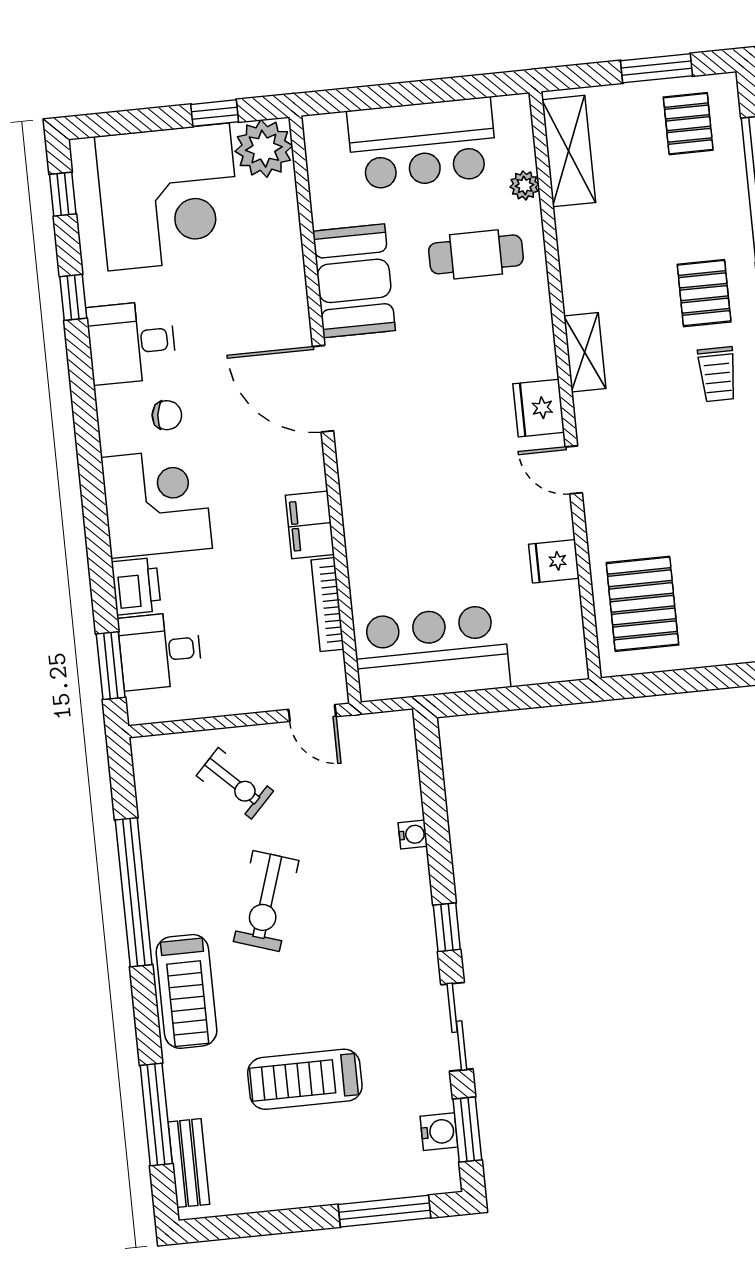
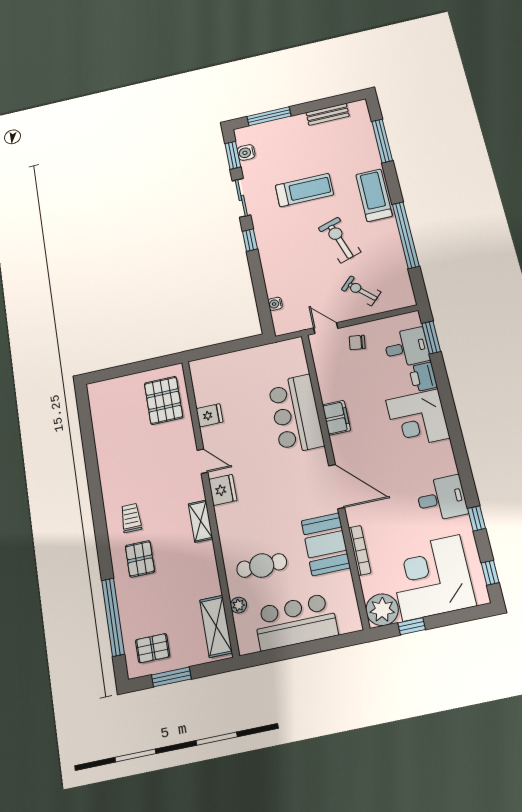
pallet: (688, 124) -> (153, 648), turned 90
chair: (167, 415) -> (357, 343), moved
bookcase: (328, 605) -> (360, 550), moved
bar counter: (432, 653) -> (296, 414), moved, turned 90
water cooler: (413, 834) -> (275, 304), moved
exercise bike: (266, 901) -> (339, 240), turned -36
treadmill: (305, 1079) -> (304, 190), moved
bench: (189, 1163) -> (328, 114), moved, turned 90

